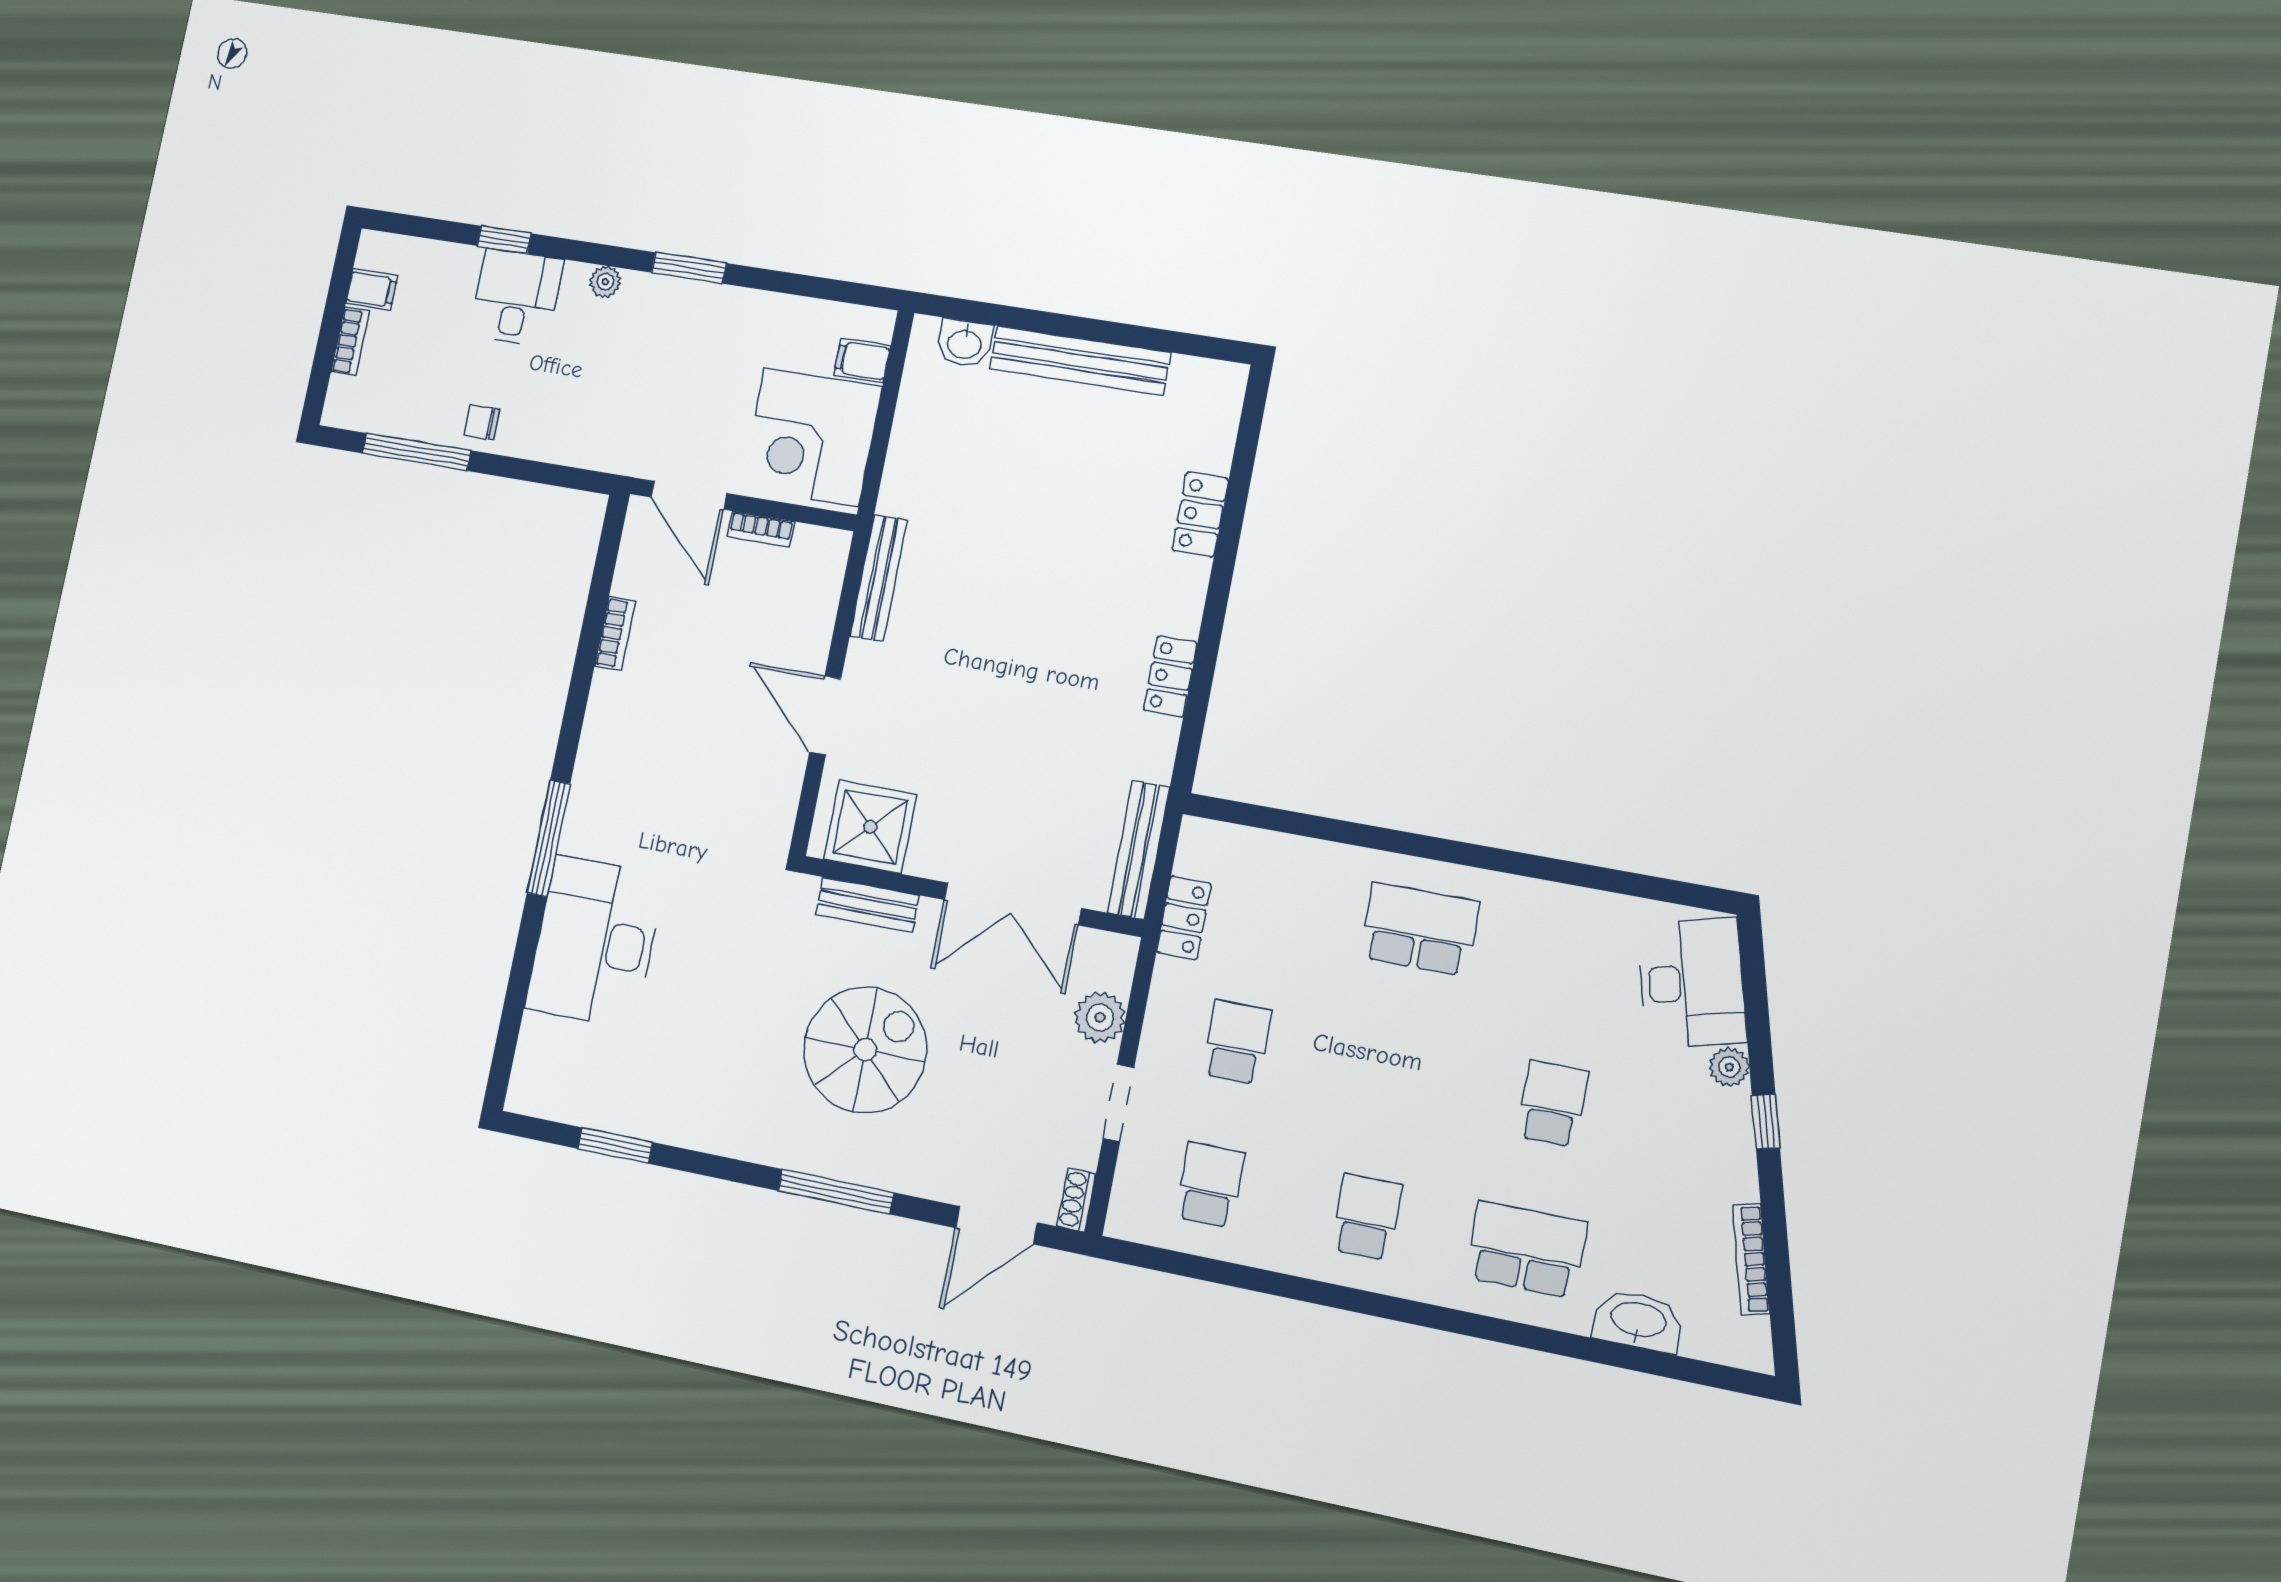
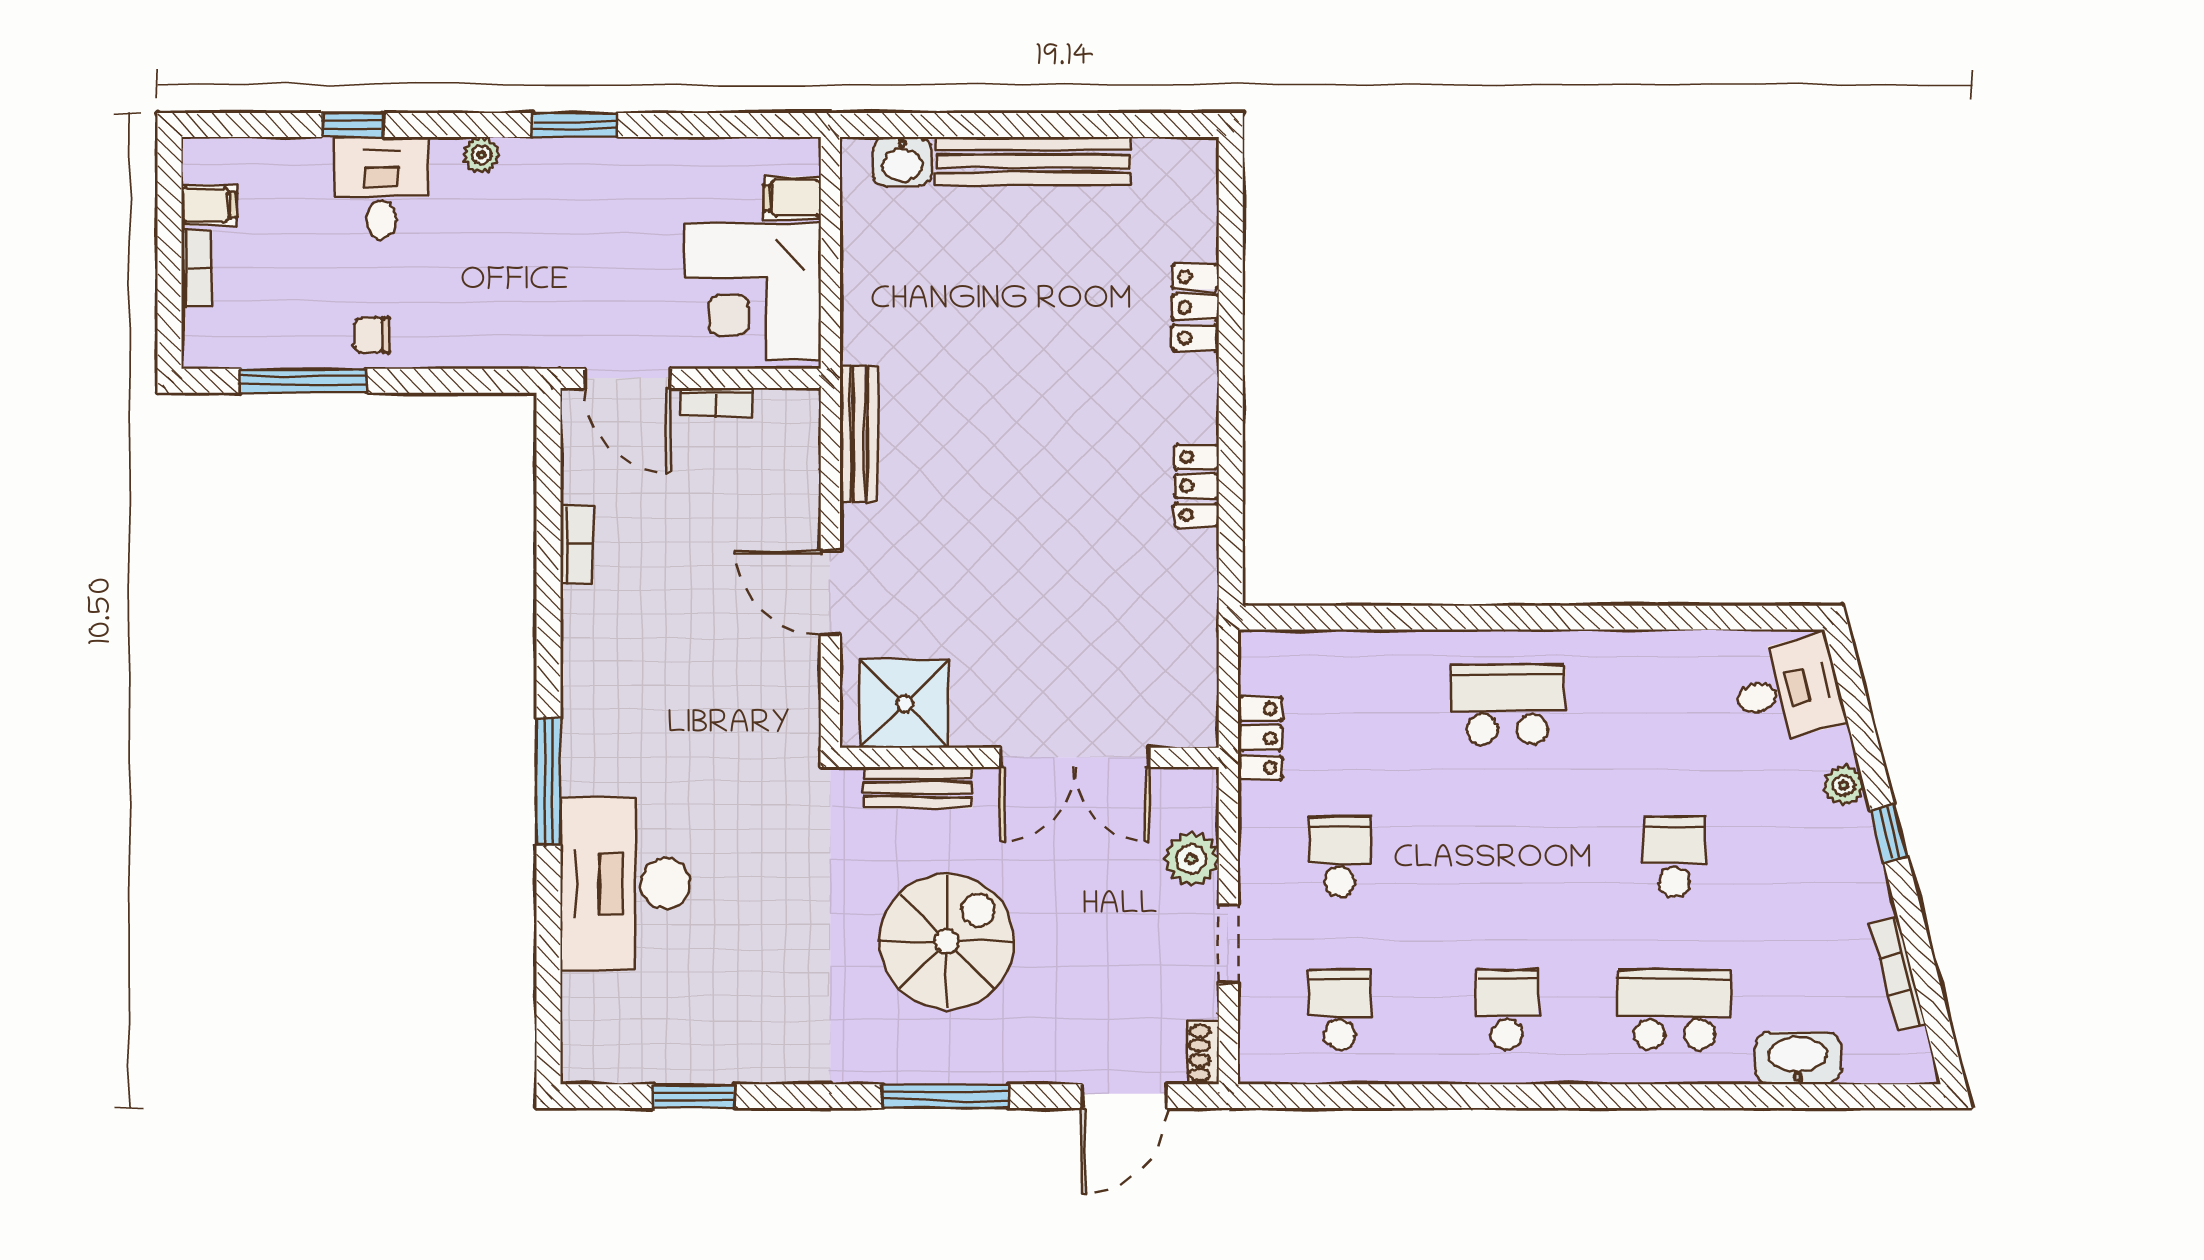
bench: (1139, 850) -> (1199, 676), removed
desk: (1692, 983) -> (1787, 690), width x0.73

